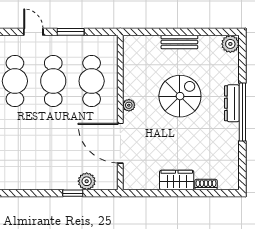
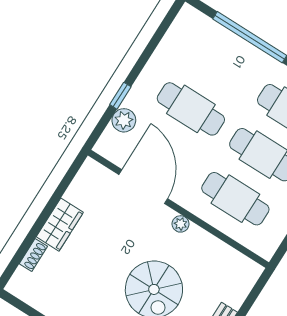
door: (120, 143) -> (143, 187), hinge flipped
cafe table: (53, 144) -> (191, 109), added

